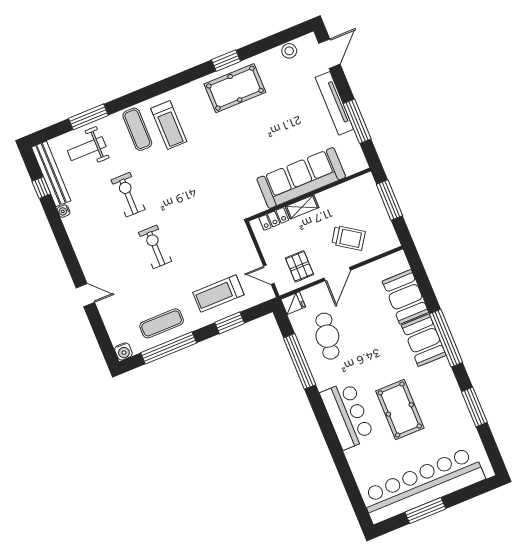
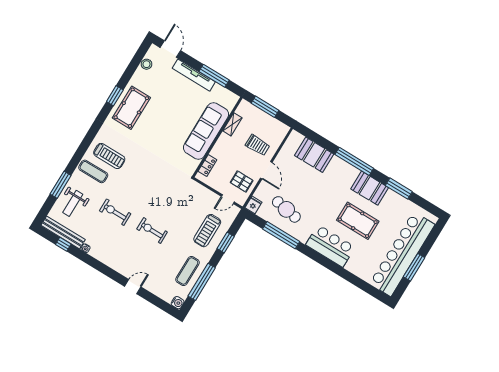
shelving: (302, 207) -> (232, 124), moved
trolley: (348, 238) -> (258, 145), turned 56
booth: (424, 340) -> (370, 188), moved

